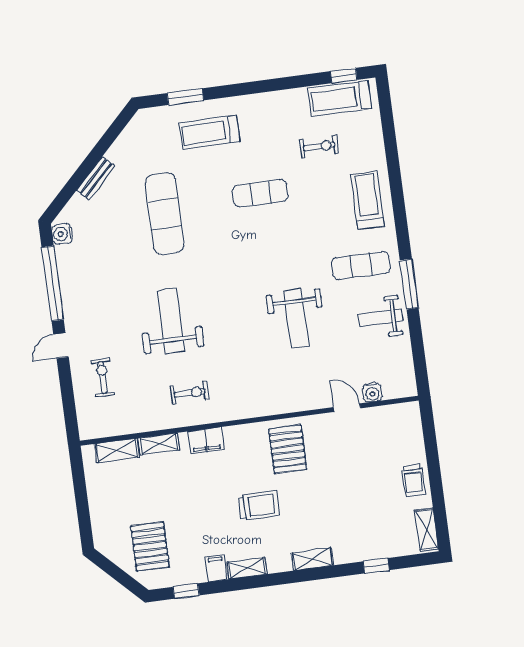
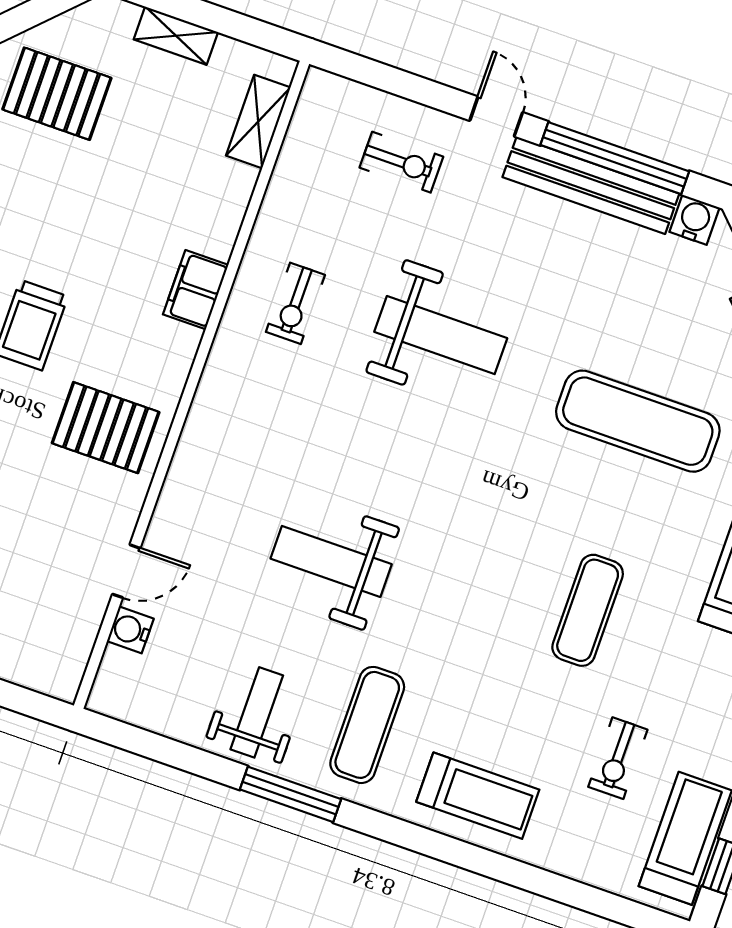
bench: (70, 288) -> (591, 185), added
shelving: (159, 444) -> (176, 36), moved, turned 90

